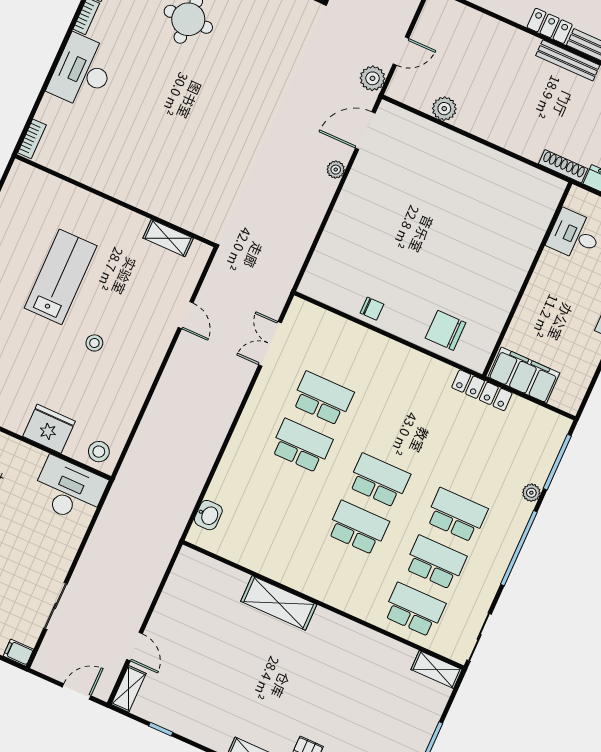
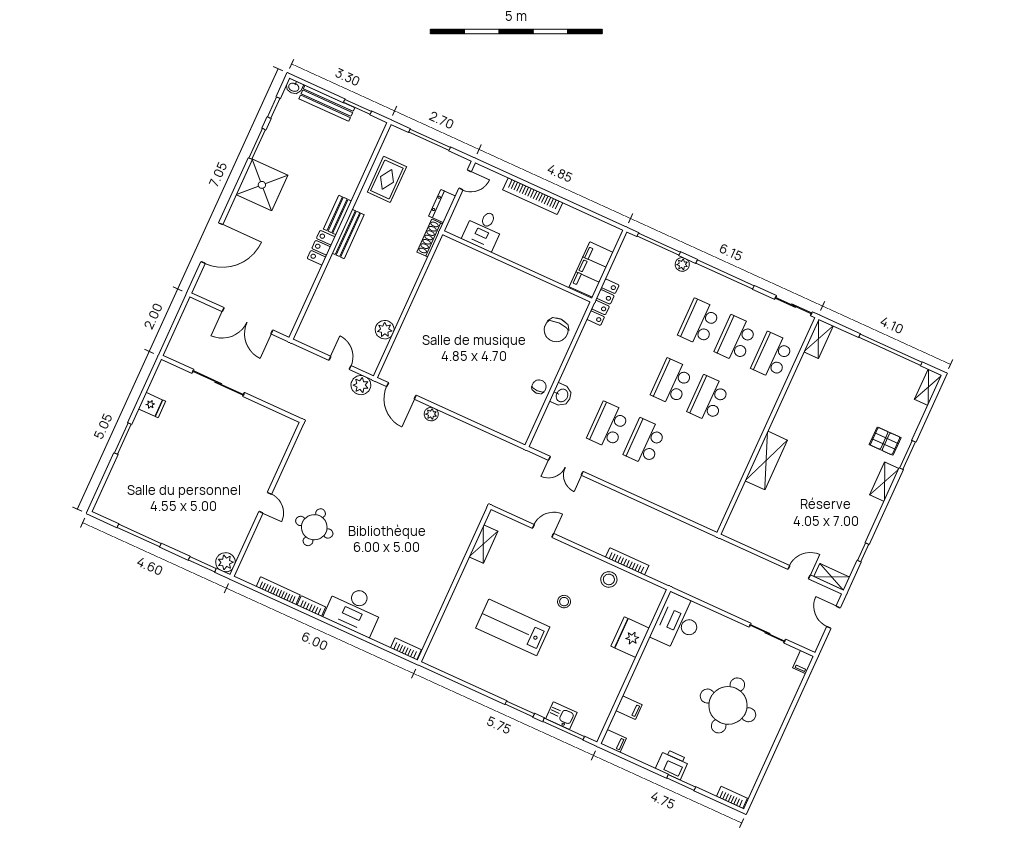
bookcase: (147, 424) -> (627, 561), added
stool: (99, 452) -> (609, 579), moved
washbasin: (208, 515) -> (562, 395), moved, turned 90

